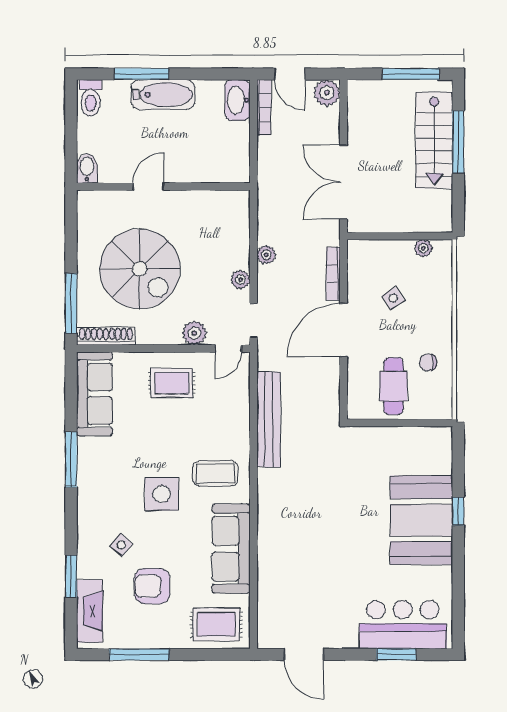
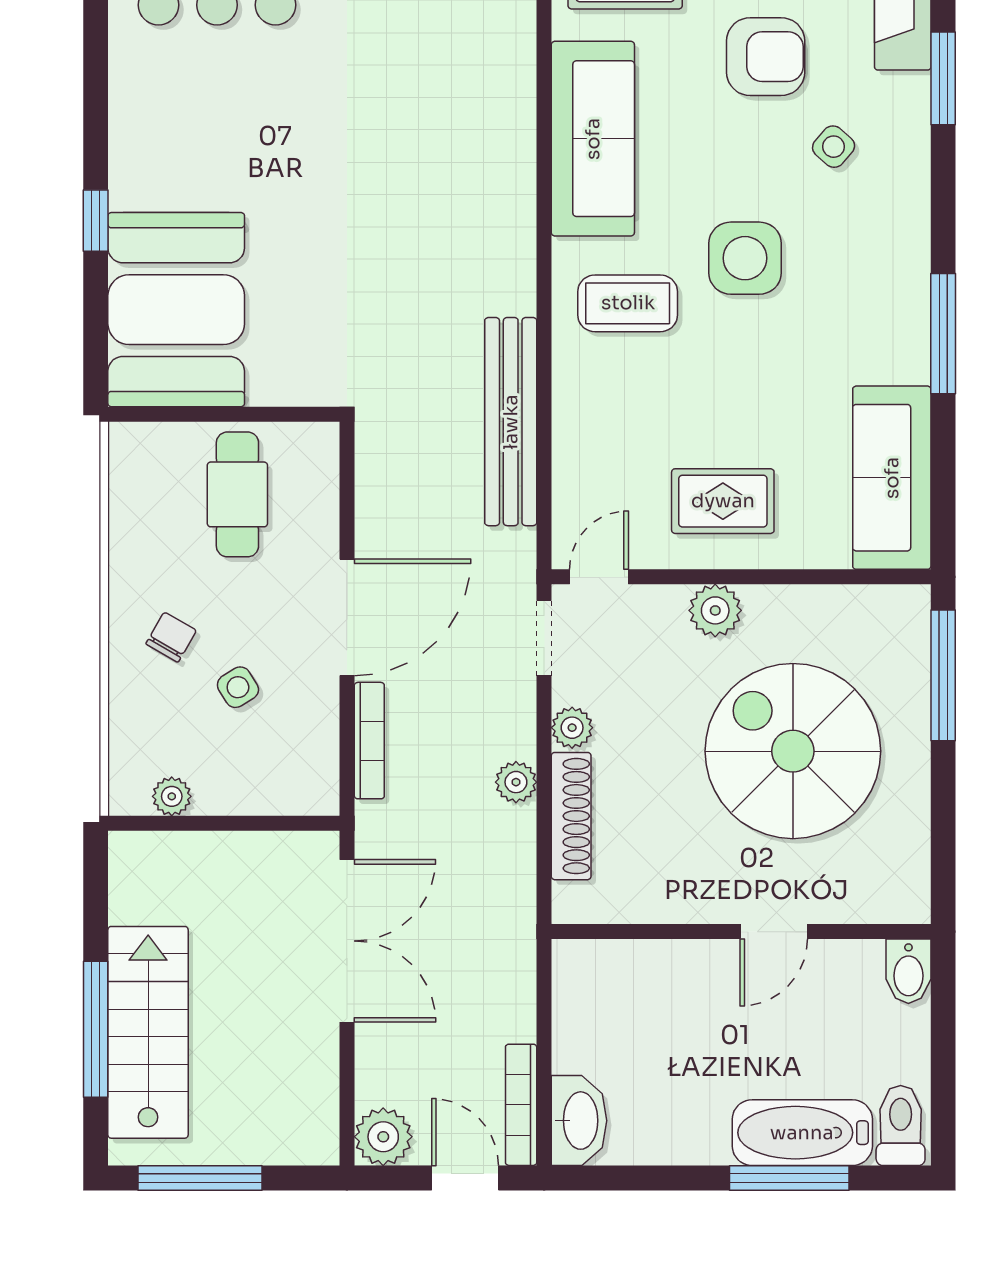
bathtub: (163, 95) -> (802, 1133), moved
plant: (194, 333) -> (715, 610), moved
shoe rack: (106, 336) -> (571, 816), moved, turned -90
chair: (428, 363) -> (171, 637), moved, turned -60
booth: (421, 520) -> (176, 310), moved

